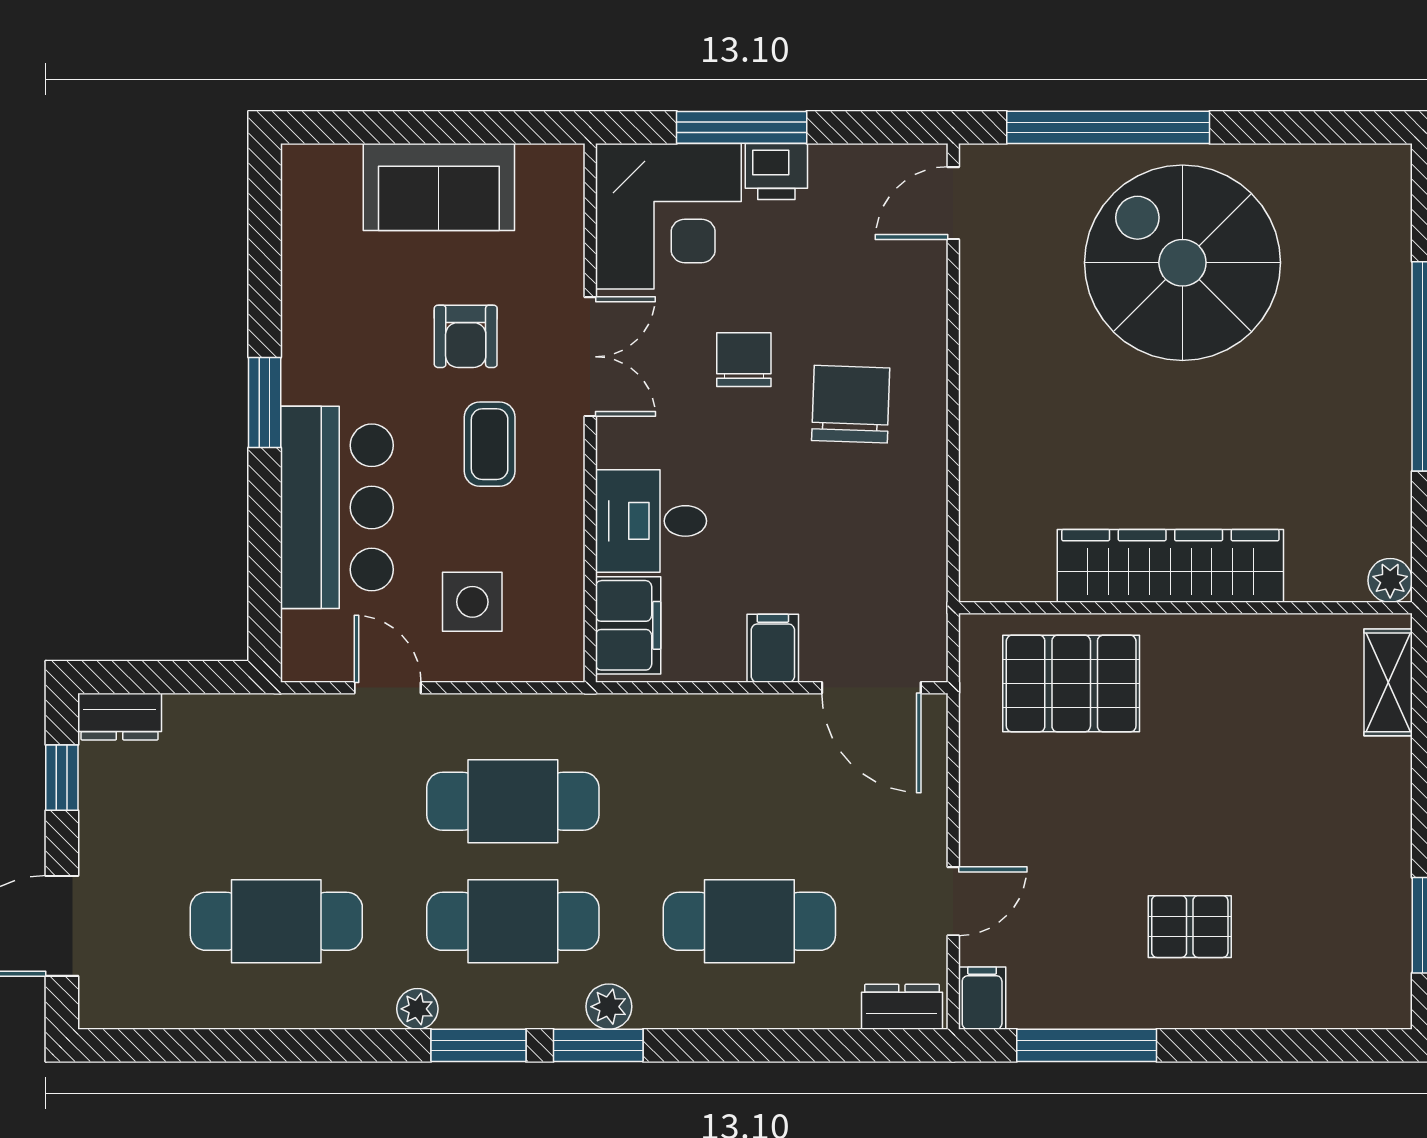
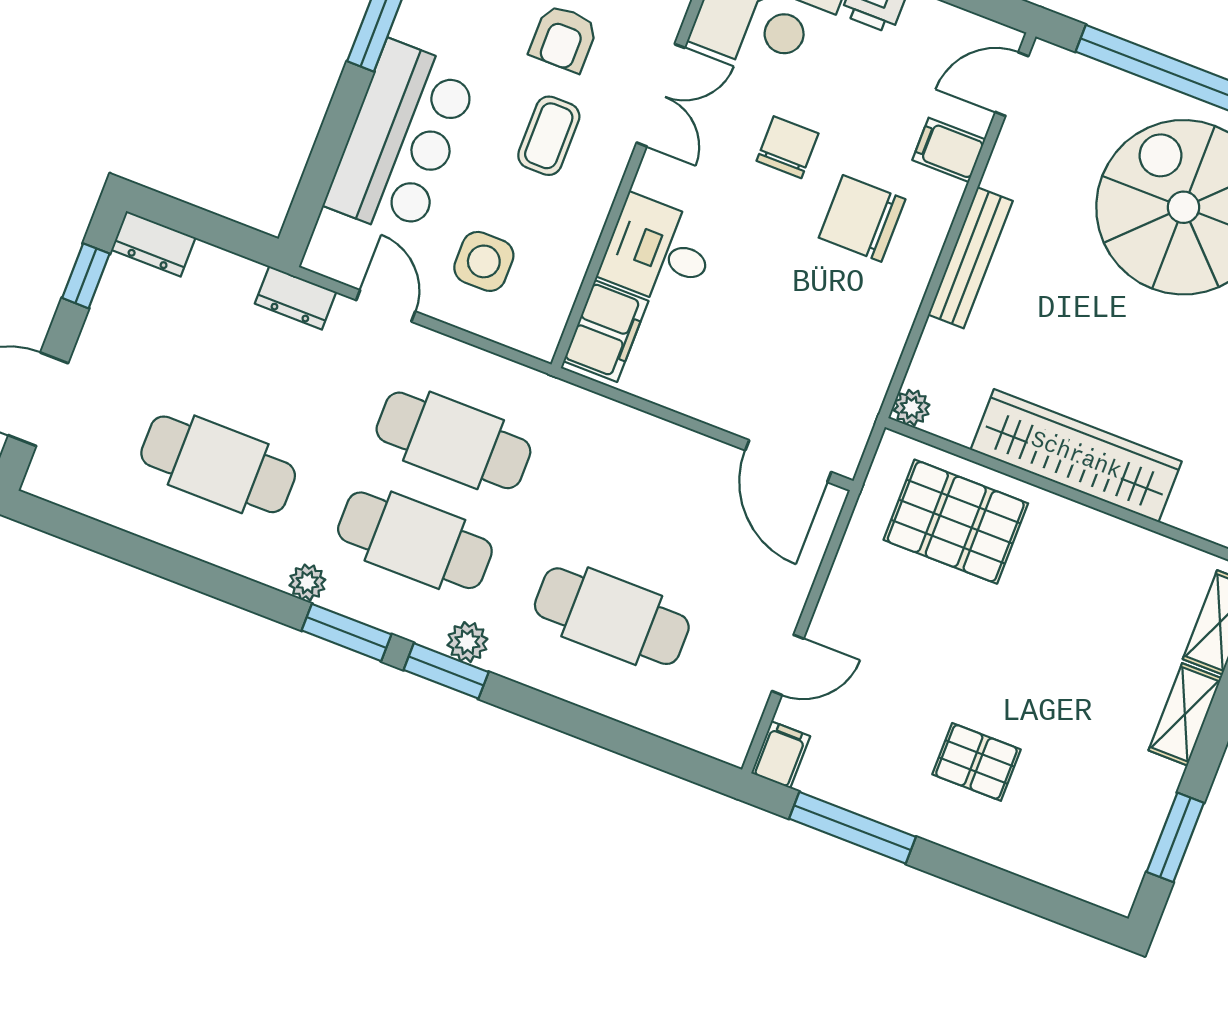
bench: (980, 402) -> (970, 258), added
chair: (851, 404) -> (862, 218), turned -92
plant: (979, 582) -> (912, 408), added
filing cabinet: (773, 648) -> (949, 150), moved, turned -90
shelving: (1389, 793) -> (1185, 714), added
dresser: (902, 1007) -> (296, 298), moved, turned 180

